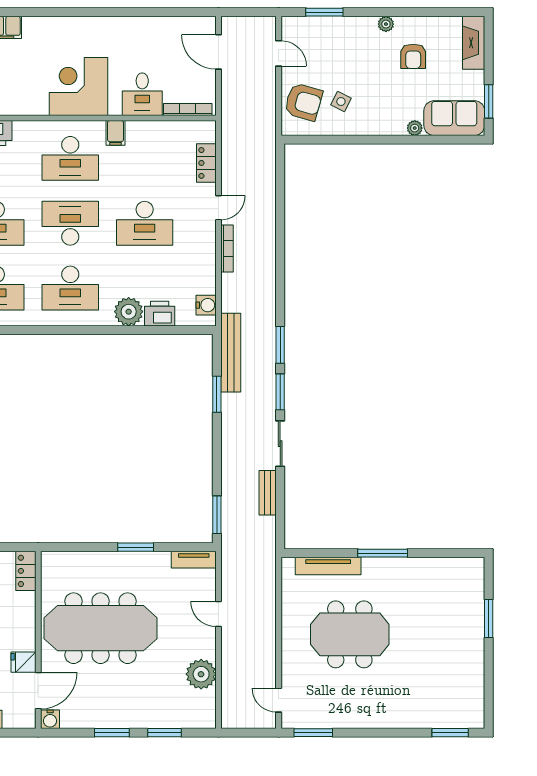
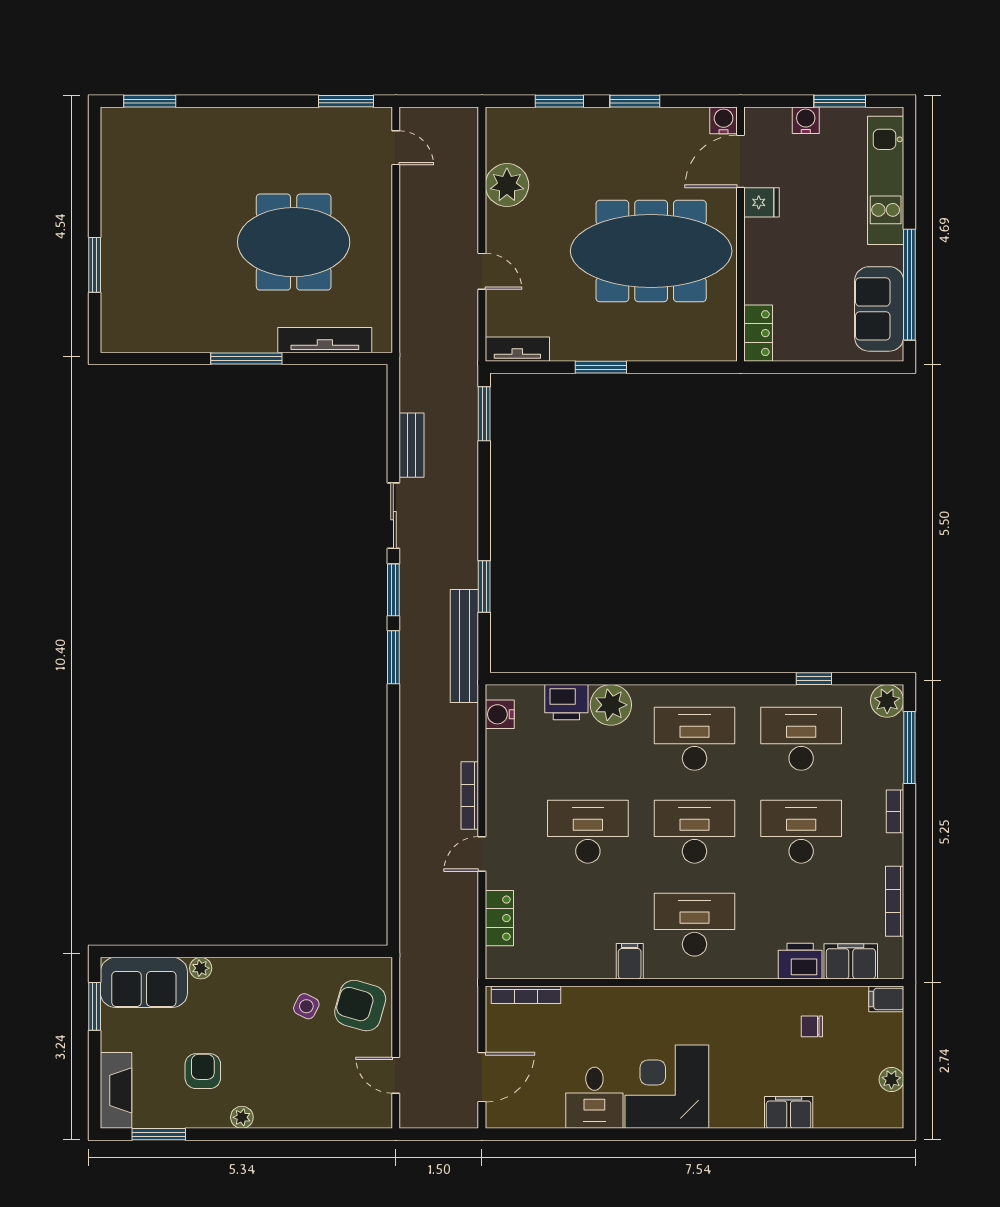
window: (324, 12) -> (159, 1134), moved
door: (219, 52) -> (482, 1077), hinge flipped
corner desk: (79, 86) -> (667, 1087), moved, turned 180
desk: (142, 94) -> (594, 1098), moved, turned 180
desk: (70, 223) -> (695, 832), turned 180

